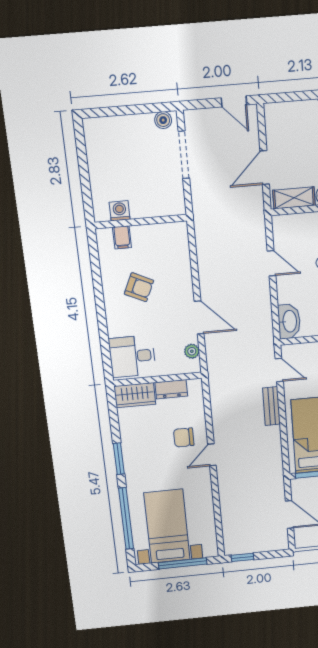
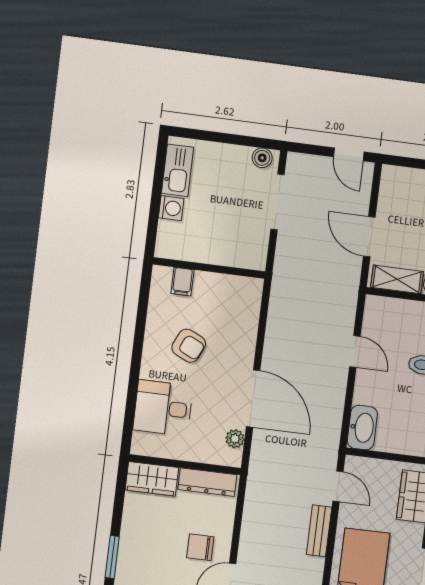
kitchen sink: (96, 146) -> (178, 170), added
door: (265, 167) -> (369, 237), hinge flipped
washing machine: (120, 211) -> (171, 208), moved, turned 90
door: (199, 317) -> (253, 399), width x1.36
desk: (132, 356) -> (163, 408), moved
dresser: (171, 389) -> (207, 482), width x1.44

